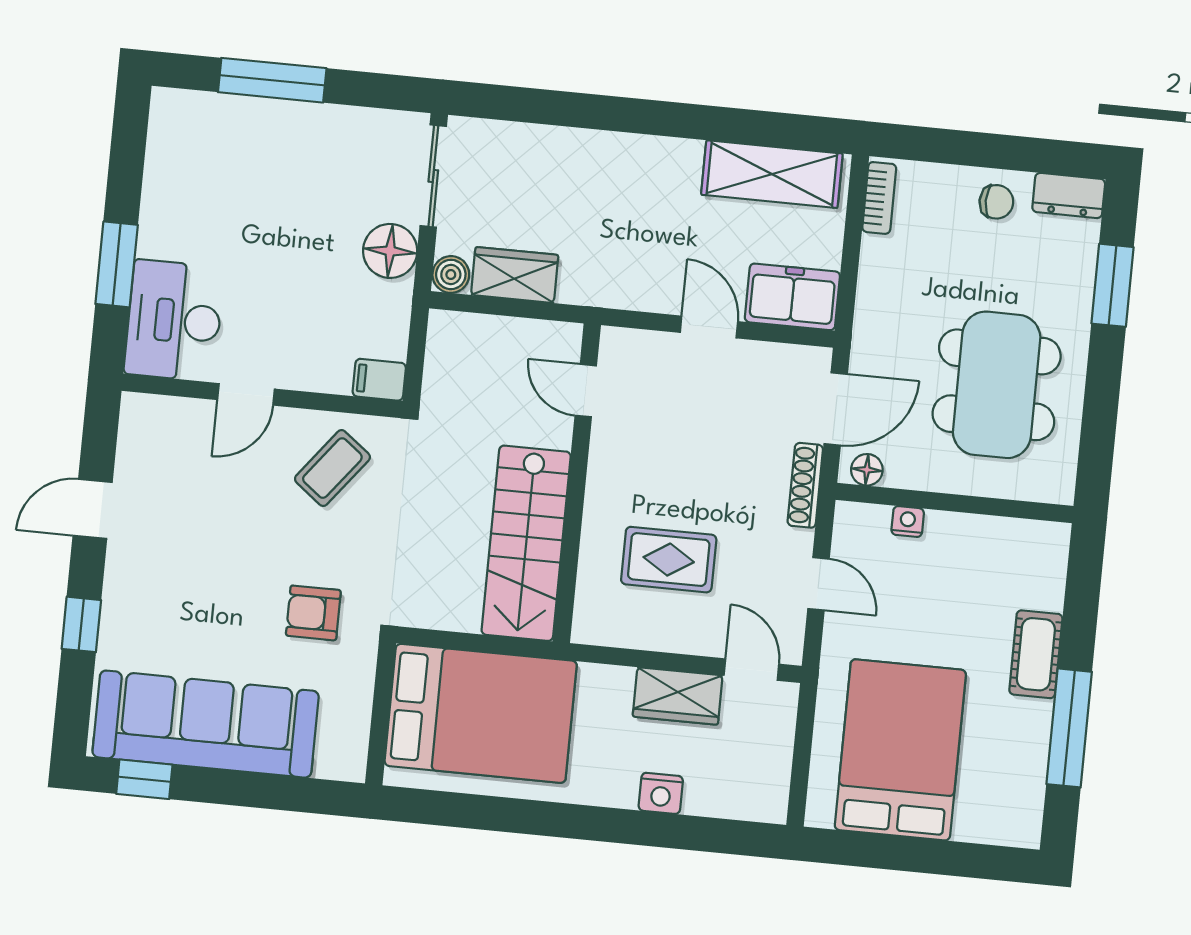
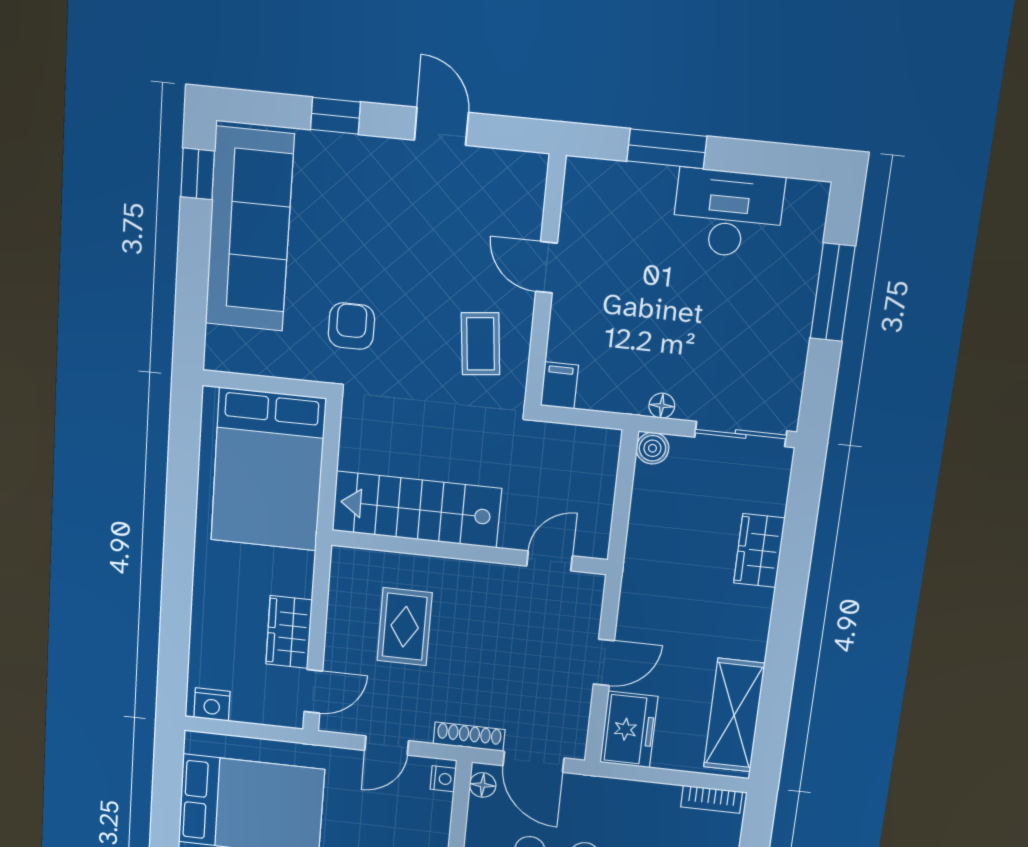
floor lamp: (390, 251) -> (662, 406), width x0.53, depth x0.53
wardrobe: (515, 275) -> (759, 550), moved, turned 180
desk: (174, 321) -> (728, 213), moved
coffee table: (332, 468) -> (481, 344), turned 46
nightstand: (908, 522) -> (443, 779), moved
nightstand: (661, 793) -> (212, 704), moved, turned -90

